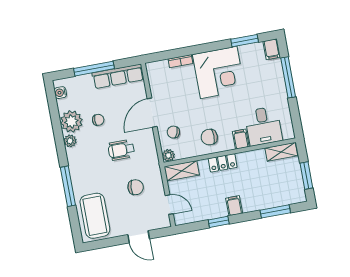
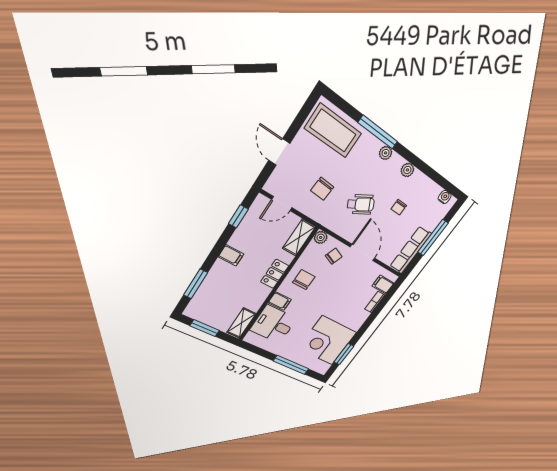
filing cabinet: (272, 49) -> (383, 285), moved
corner desk: (219, 72) -> (327, 341), moved
plant: (71, 121) -> (386, 153), moved, width x0.53, depth x0.53
wheelchair: (121, 150) -> (361, 204), turned 61
window: (219, 222) -> (238, 216), moved
door: (139, 237) -> (279, 152), hinge flipped

